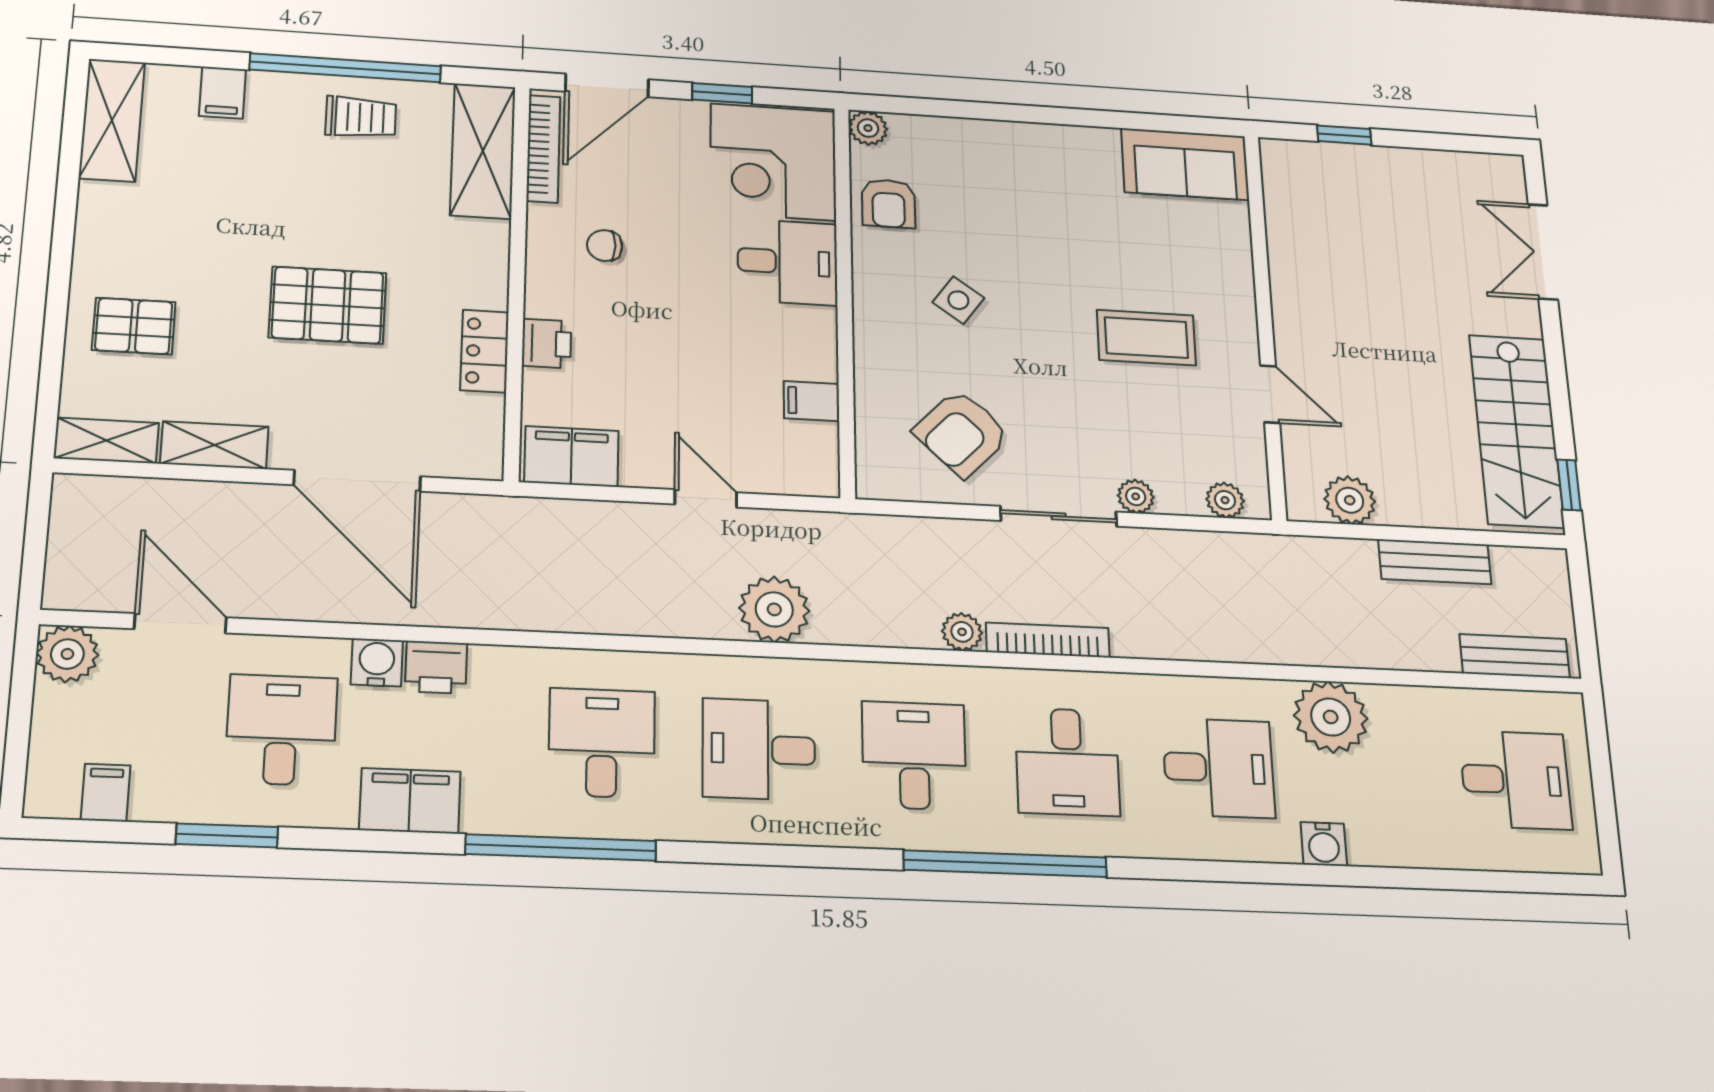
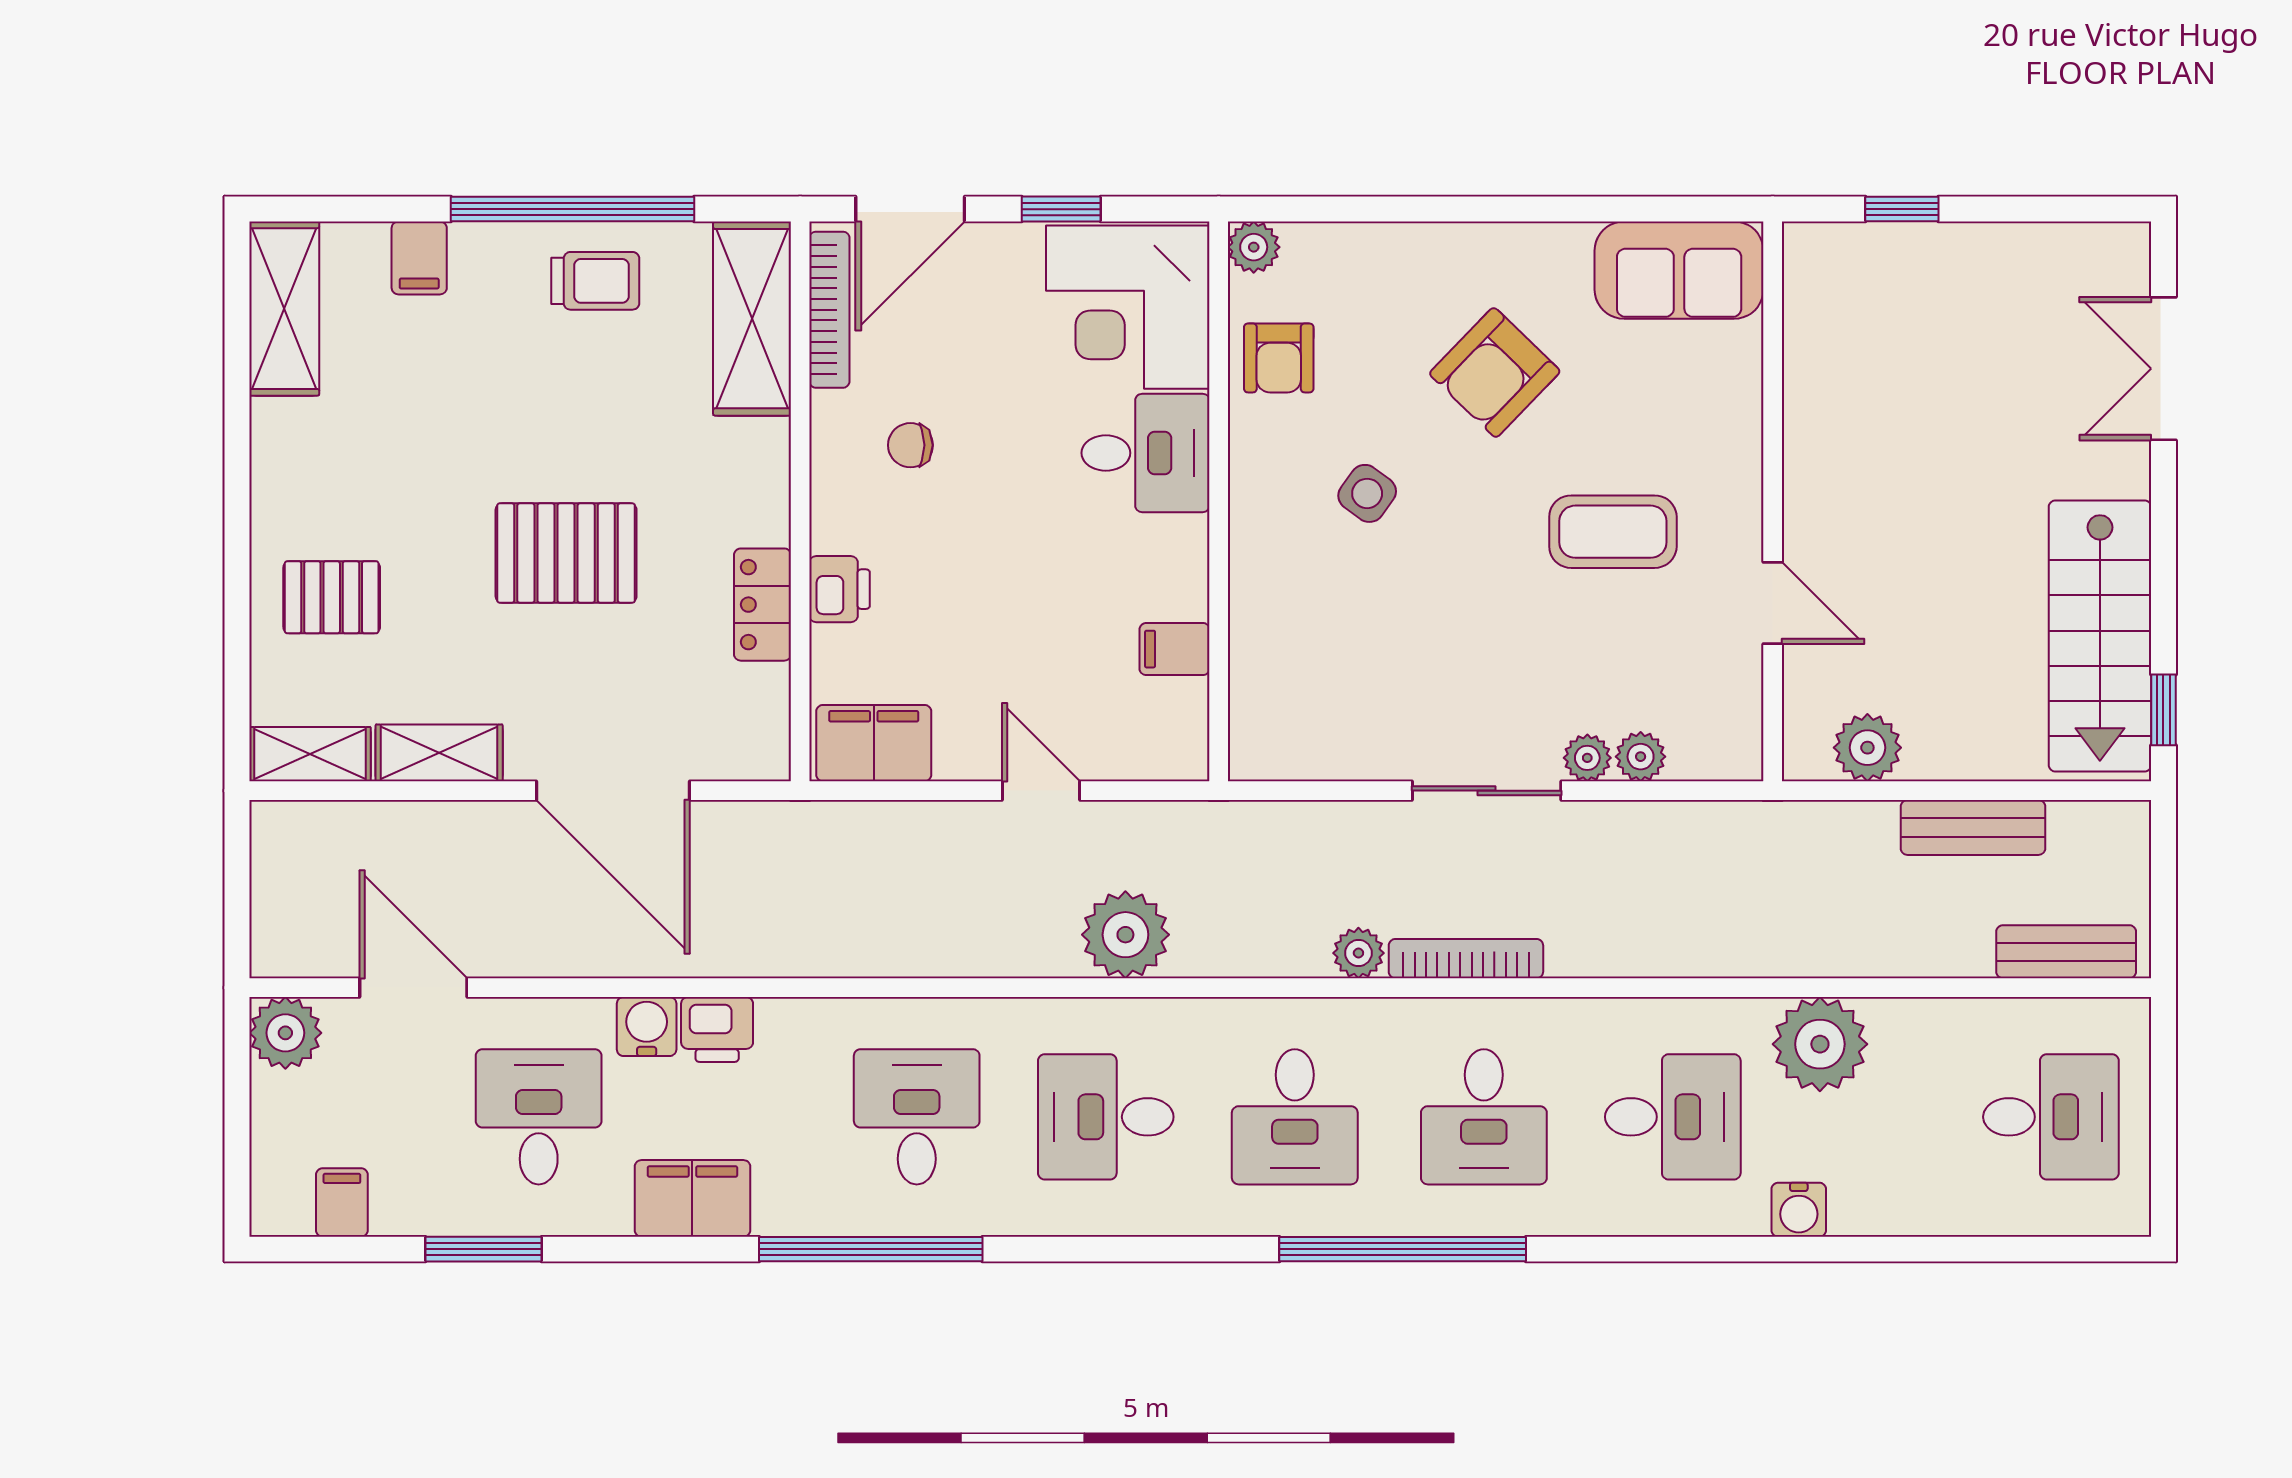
armchair: (962, 433) -> (1495, 372), moved
plant: (1225, 500) -> (1641, 757), moved
desk: (914, 756) -> (1295, 1117), turned 180

